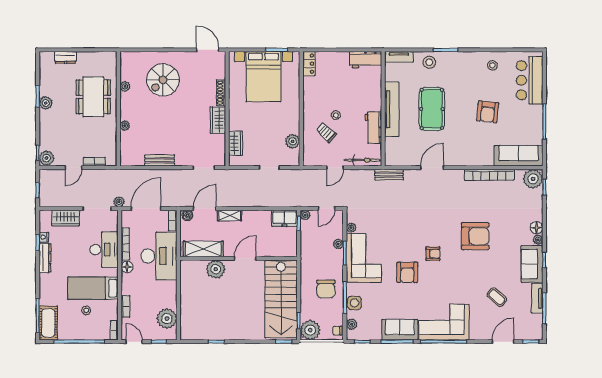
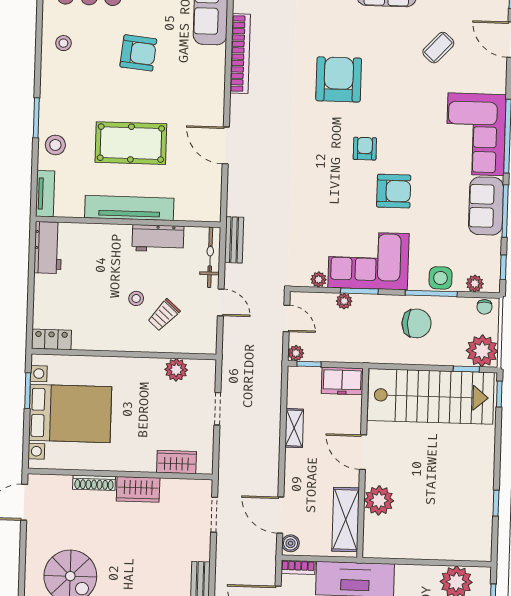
bench: (389, 175) -> (234, 240), moved
shelving: (230, 215) -> (294, 428), moved
freezer: (284, 218) -> (342, 381), moved, turned 90

